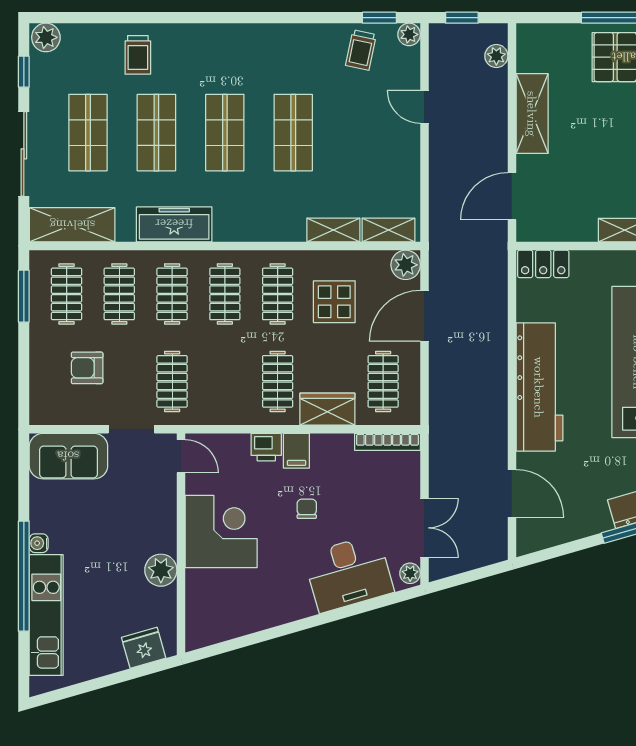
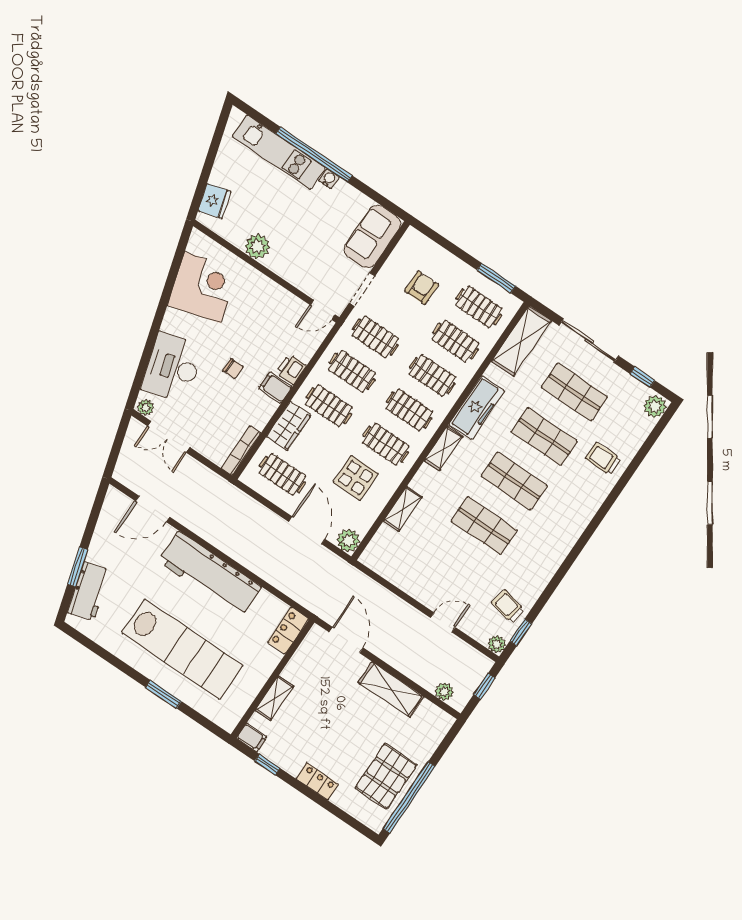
shelving: (388, 230) -> (444, 448), moved
clothes rail: (225, 381) -> (352, 371), added
corner desk: (221, 532) -> (203, 288), moved, turned -106

